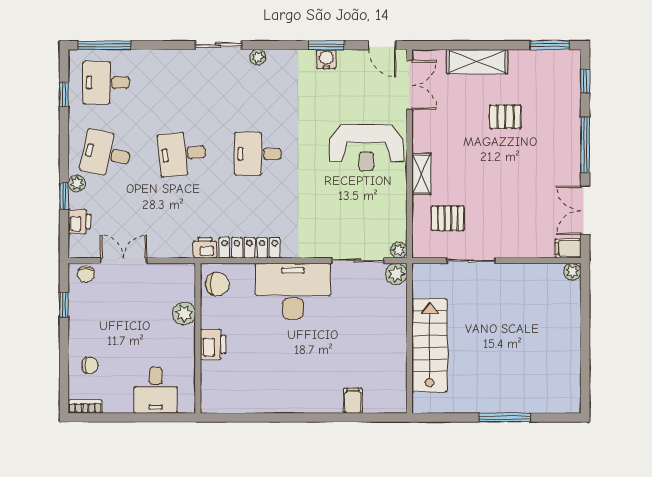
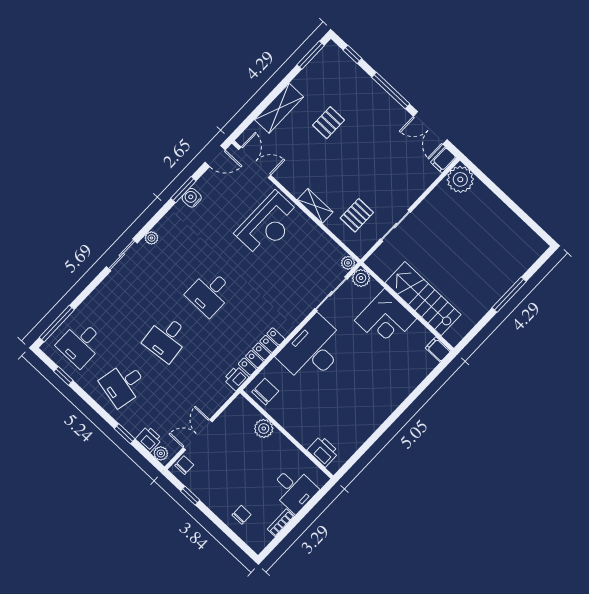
plant: (77, 183) -> (161, 453), moved
plant: (572, 272) -> (460, 179), width x1.88, depth x1.88
chair: (86, 274) -> (184, 465), turned -95
corner desk: (380, 330) -> (385, 320), added
printer: (213, 344) -> (323, 451), moved
filing cabinet: (353, 401) -> (438, 349), moved
bookcase: (85, 407) -> (281, 523), moved

